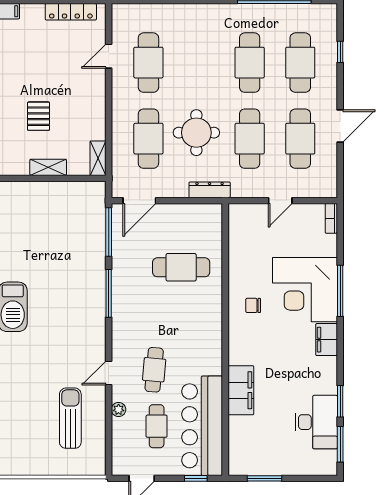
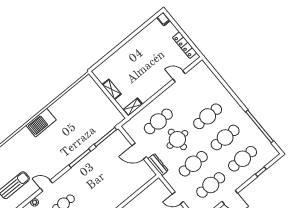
cafe table: (148, 63) -> (208, 116), moved
pallet: (39, 116) -> (130, 68), removed
door: (139, 201) -> (139, 151), moved
cafe table: (181, 267) -> (116, 180), removed

